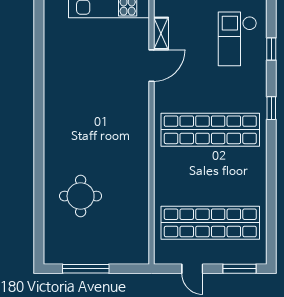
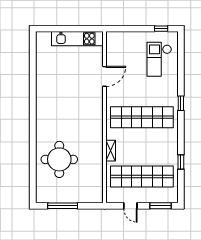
shelving: (161, 33) -> (111, 151), moved
window: (271, 49) -> (181, 162), moved
round table: (81, 196) -> (59, 159), width x1.36, depth x1.36

